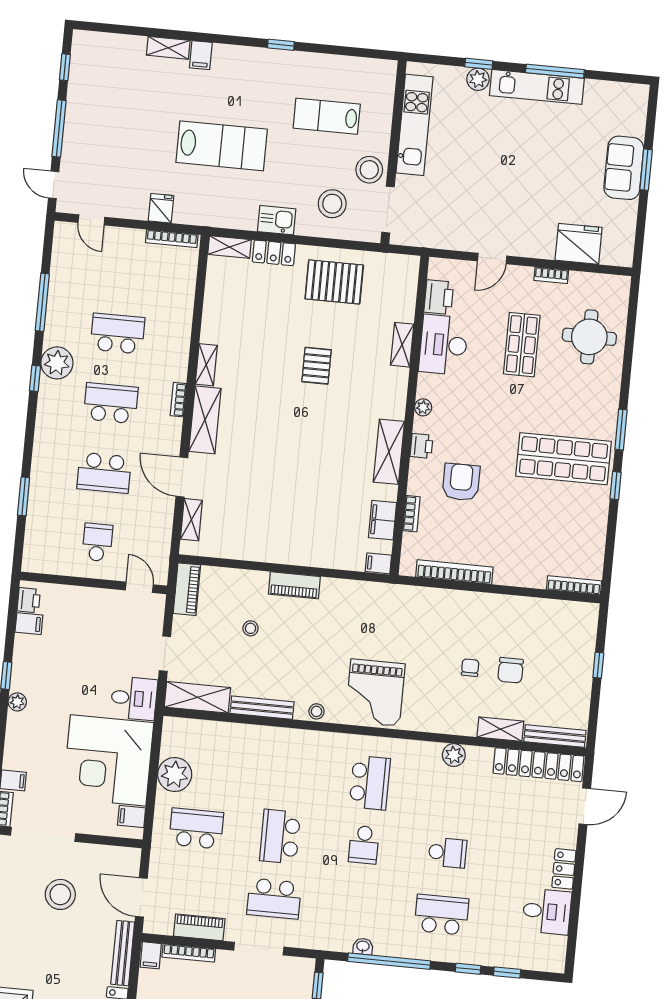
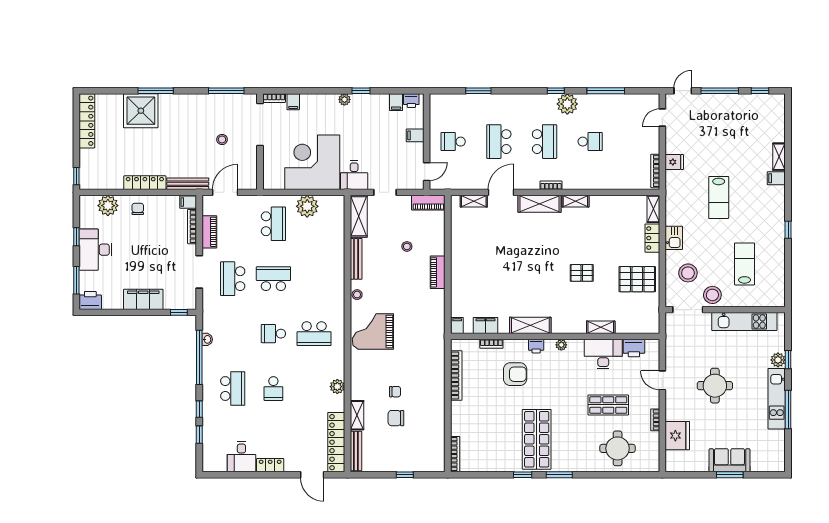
lab bench: (222, 146) -> (719, 197), width x0.73, depth x0.72
round table: (508, 179) -> (715, 386), added
pallet: (334, 282) -> (637, 279), turned 90
school desk: (118, 334) -> (590, 142), width x0.54
school desk: (97, 542) -> (453, 142), turned 180
filing cabinet: (132, 817) -> (415, 135), moved, turned -90
stool: (60, 894) -> (222, 139), width x0.53, depth x0.53

